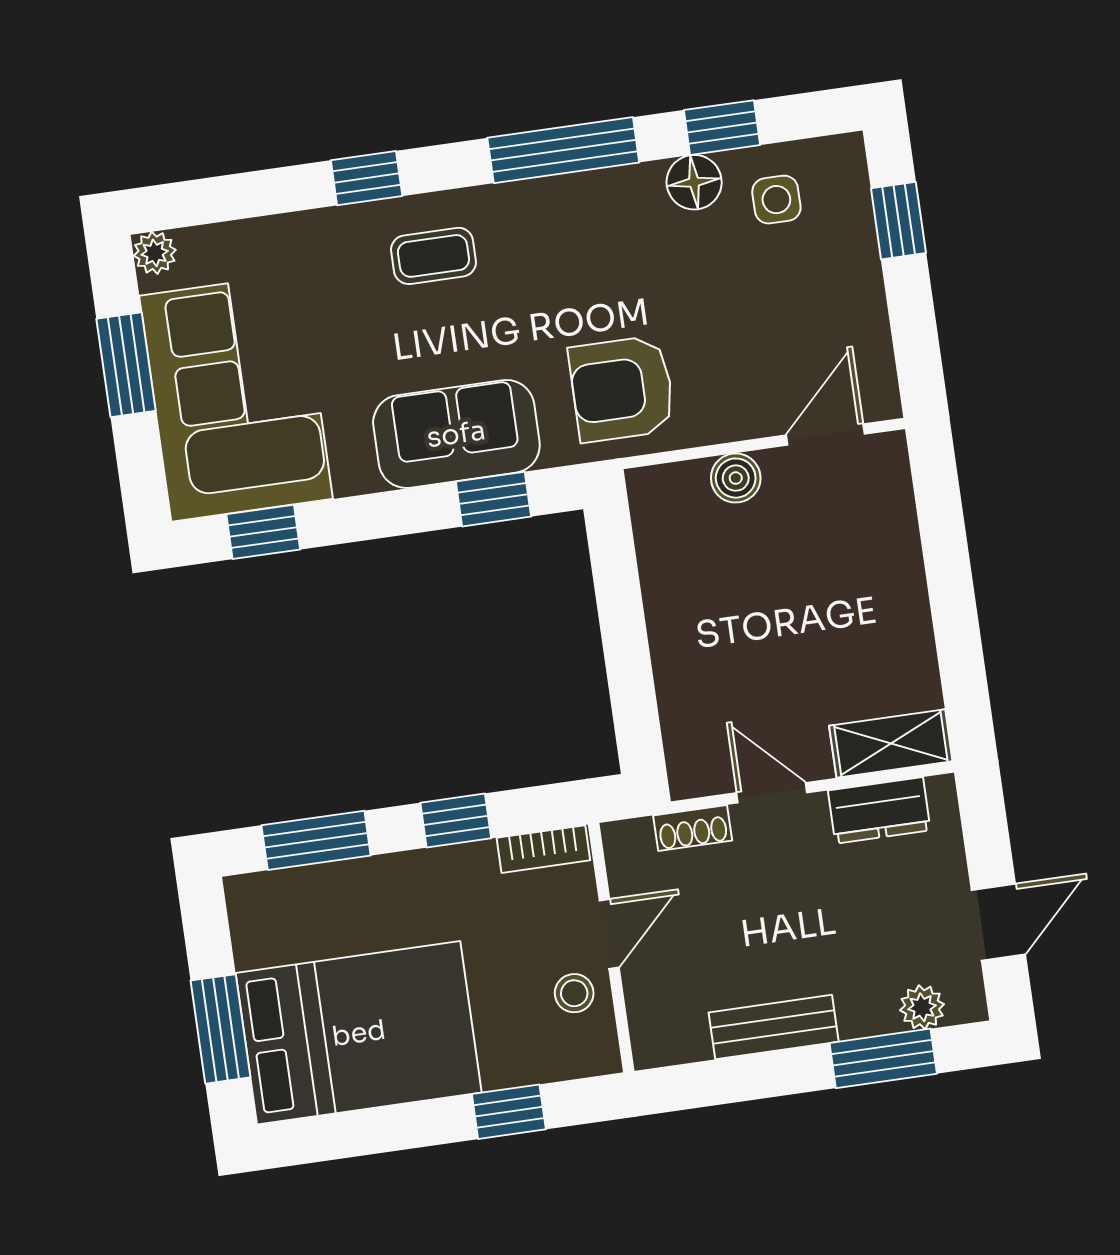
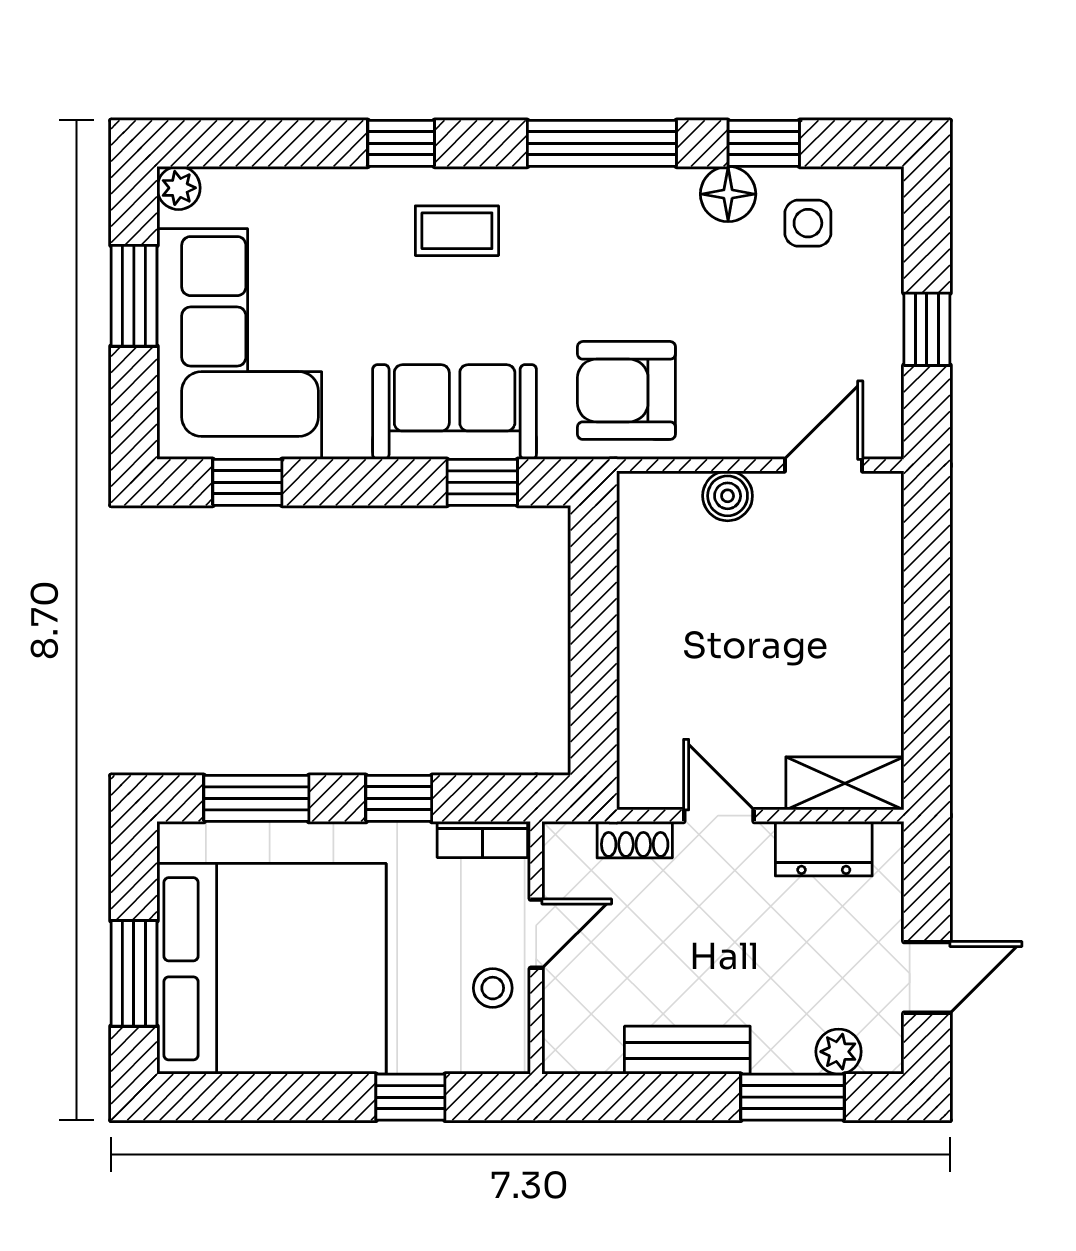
window: (898, 221) -> (927, 329), moved
bed: (359, 1033) -> (272, 969), width x1.36

